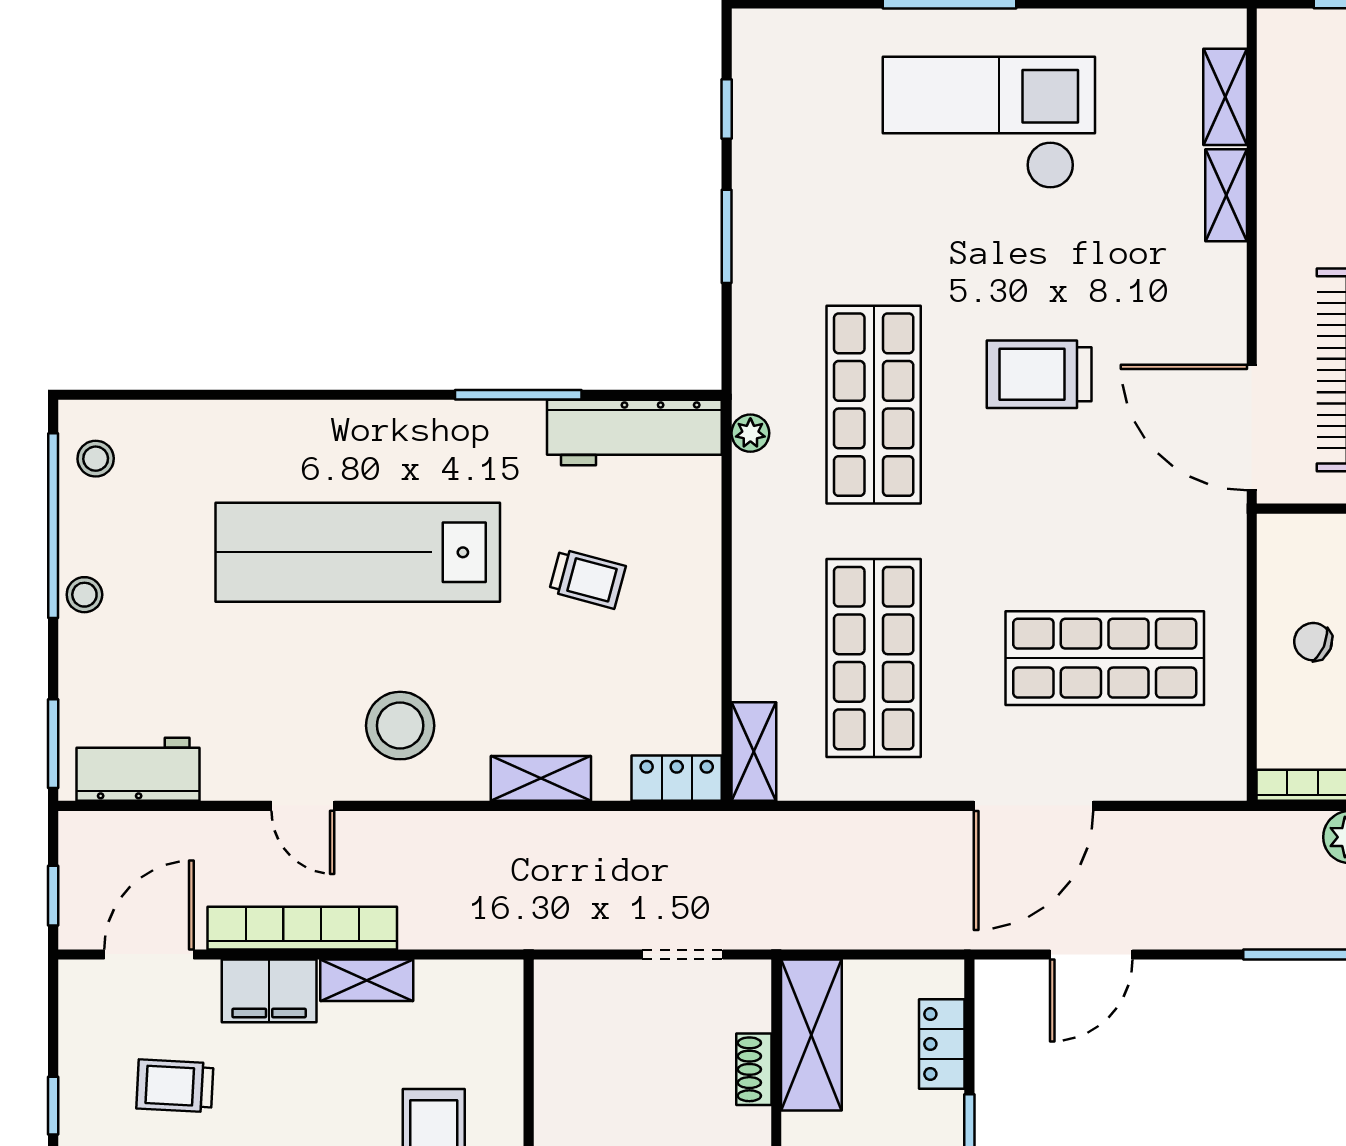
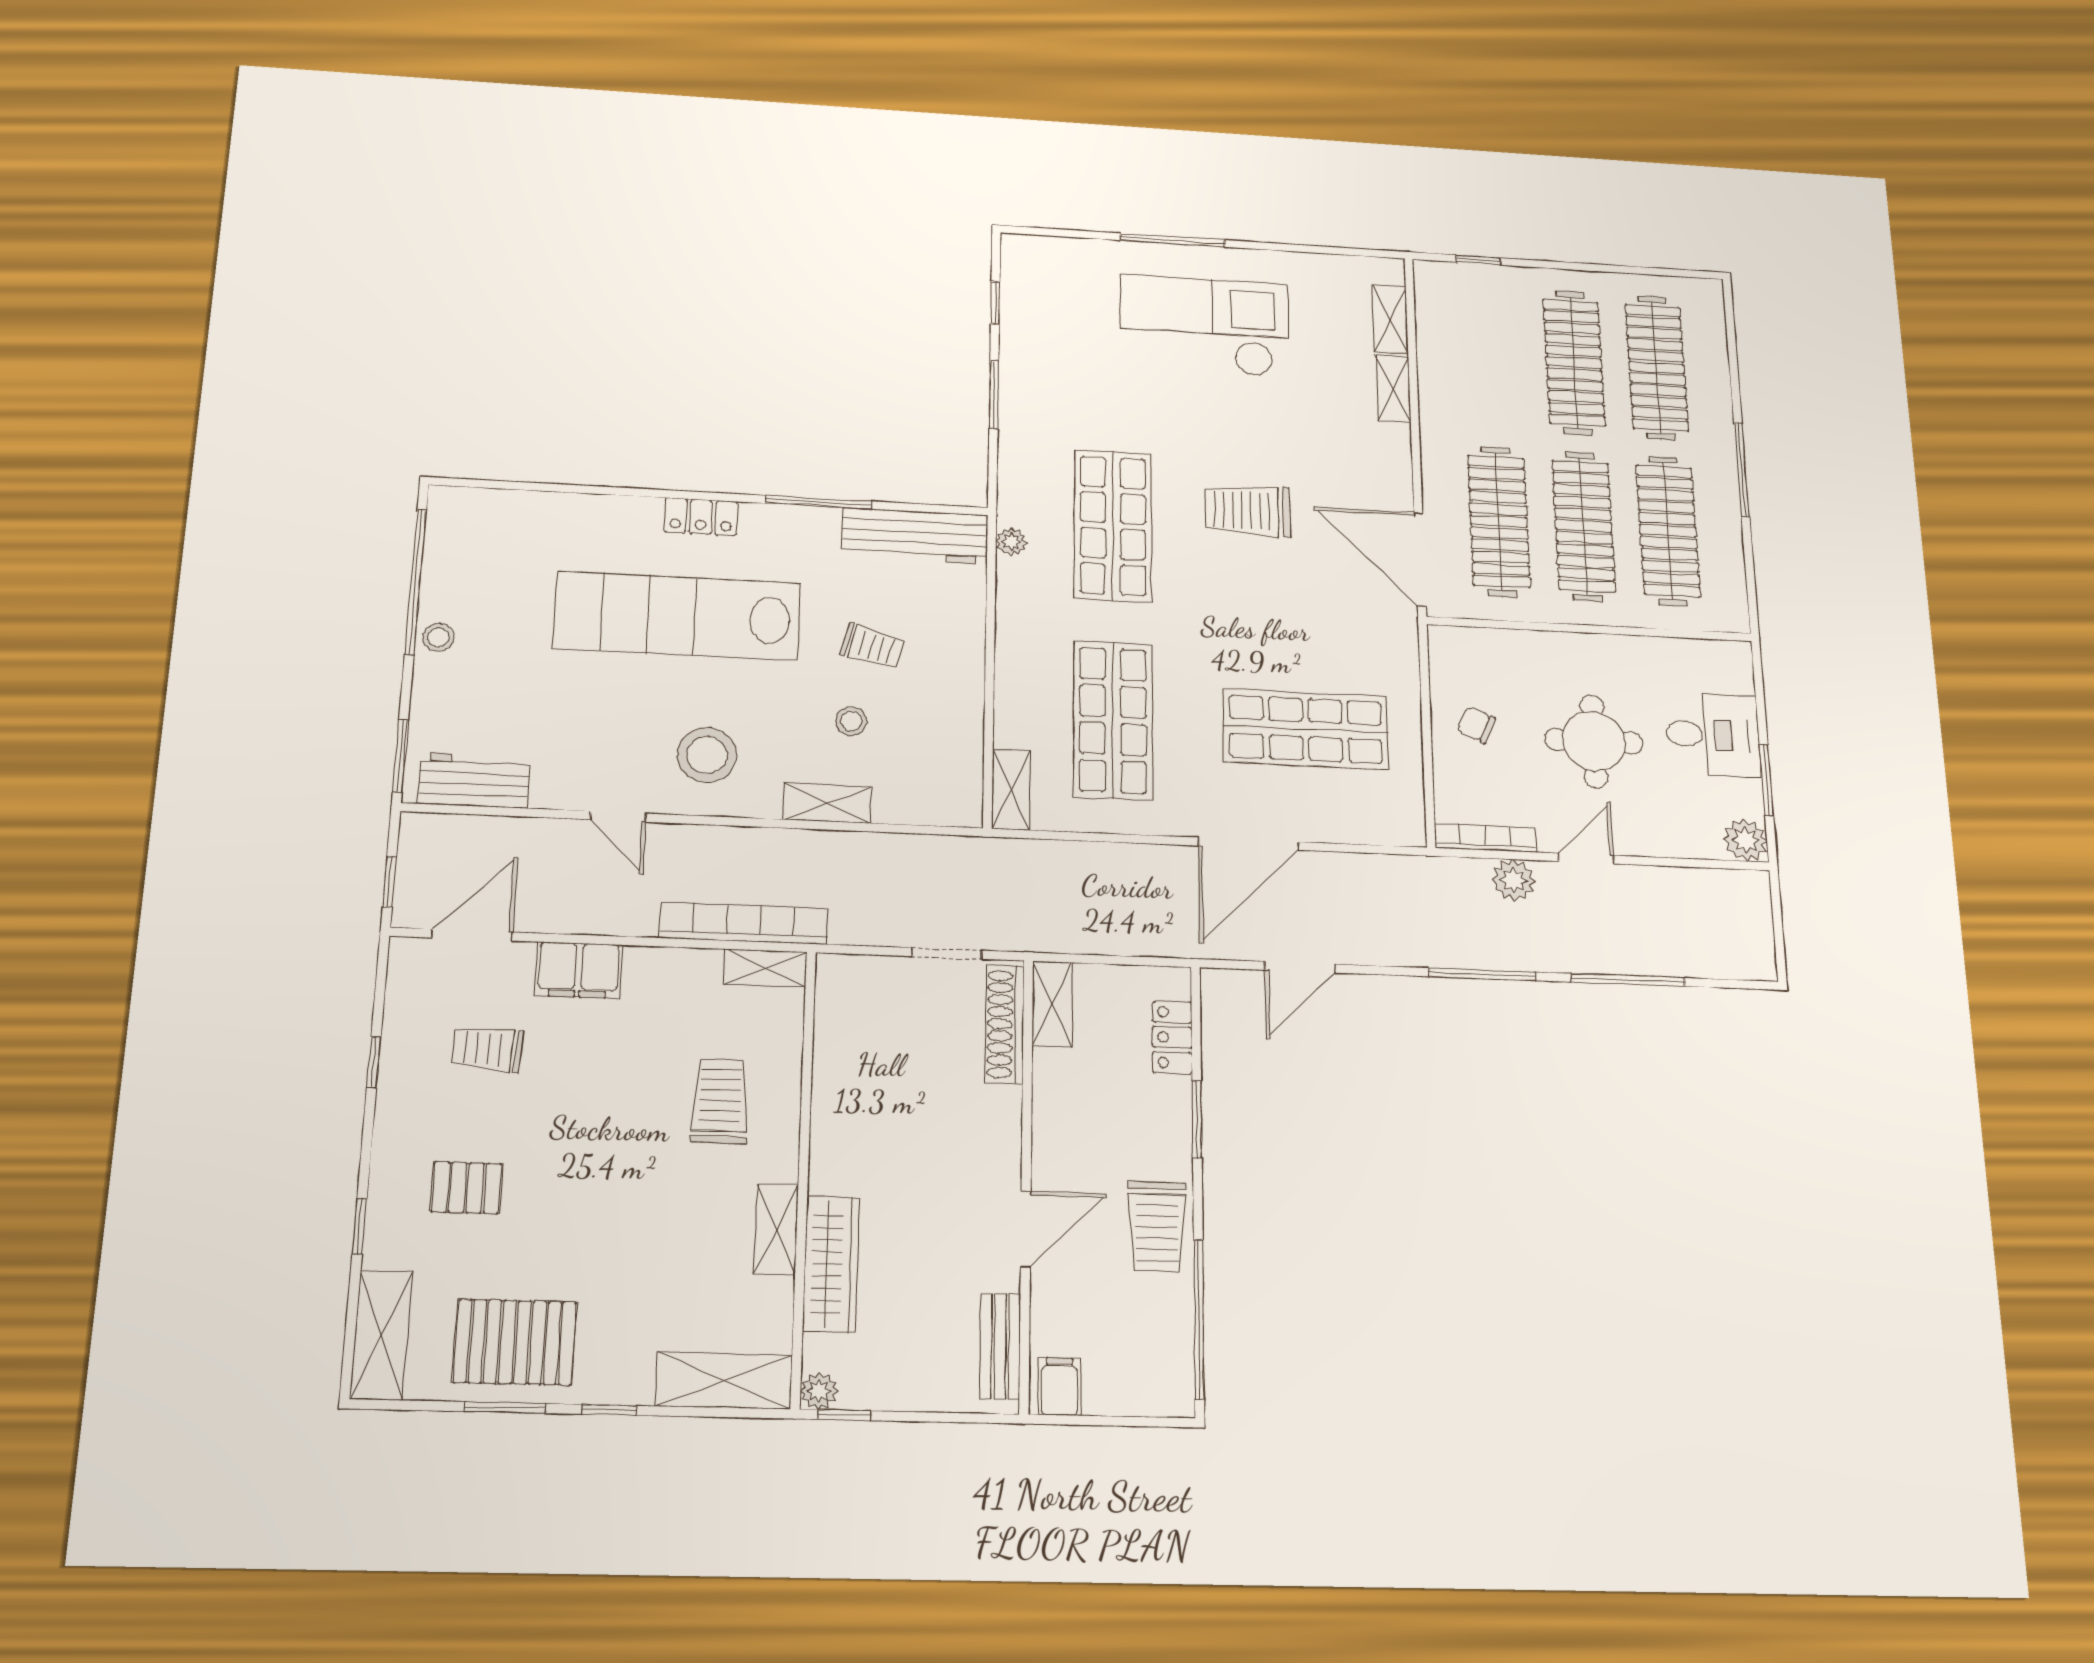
stool: (96, 459) -> (851, 721), moved
locker: (677, 778) -> (701, 517), moved, turned 180
bookcase: (302, 928) -> (744, 923), moved
shelving: (367, 980) -> (765, 968), moved
shelving: (811, 1035) -> (1052, 1004), width x0.67, depth x0.75
shoe rack: (754, 1069) -> (1005, 1024), width x1.94, depth x1.24

